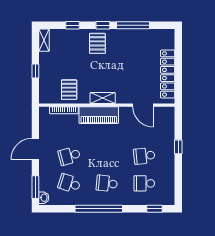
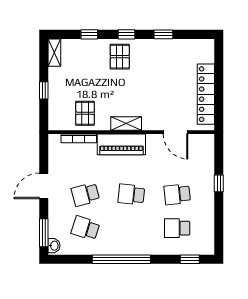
window: (133, 25) -> (163, 34), width x0.46
school desk: (107, 183) -> (131, 194), moved

